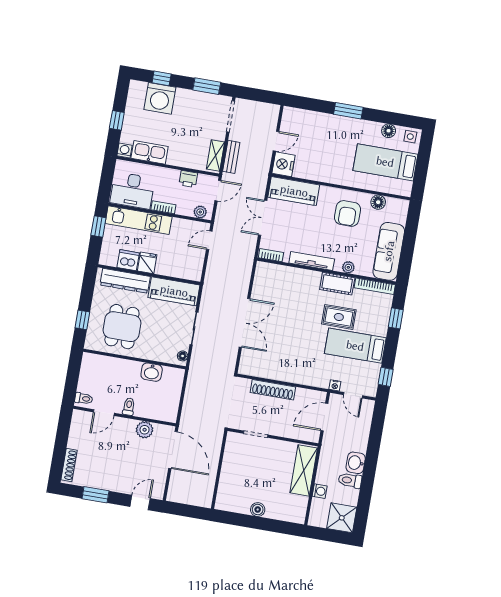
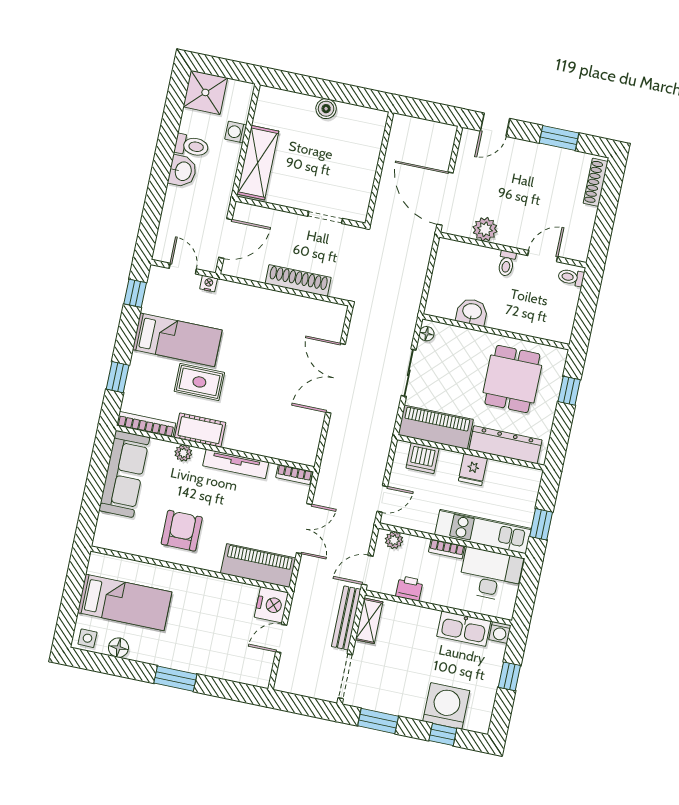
bench: (231, 157) -> (346, 618), width x1.36
floor lamp: (378, 202) -> (137, 545), removed
dishwasher: (128, 260) -> (423, 458), moved

